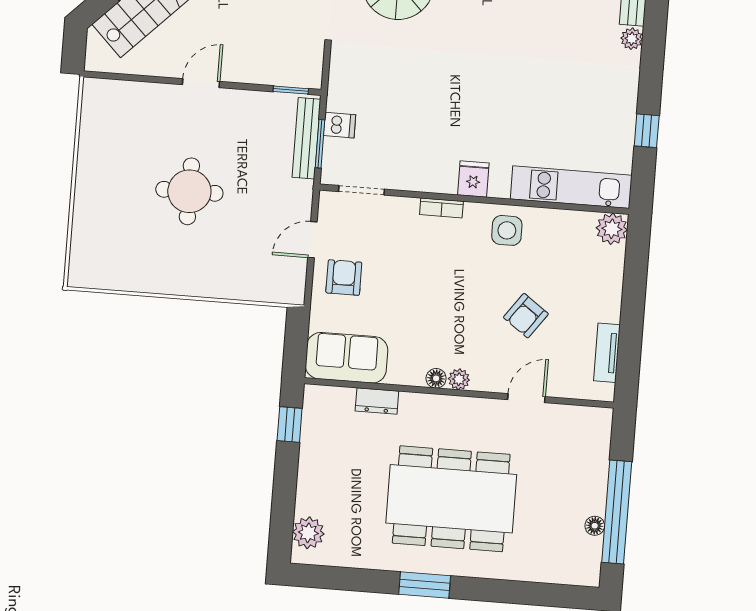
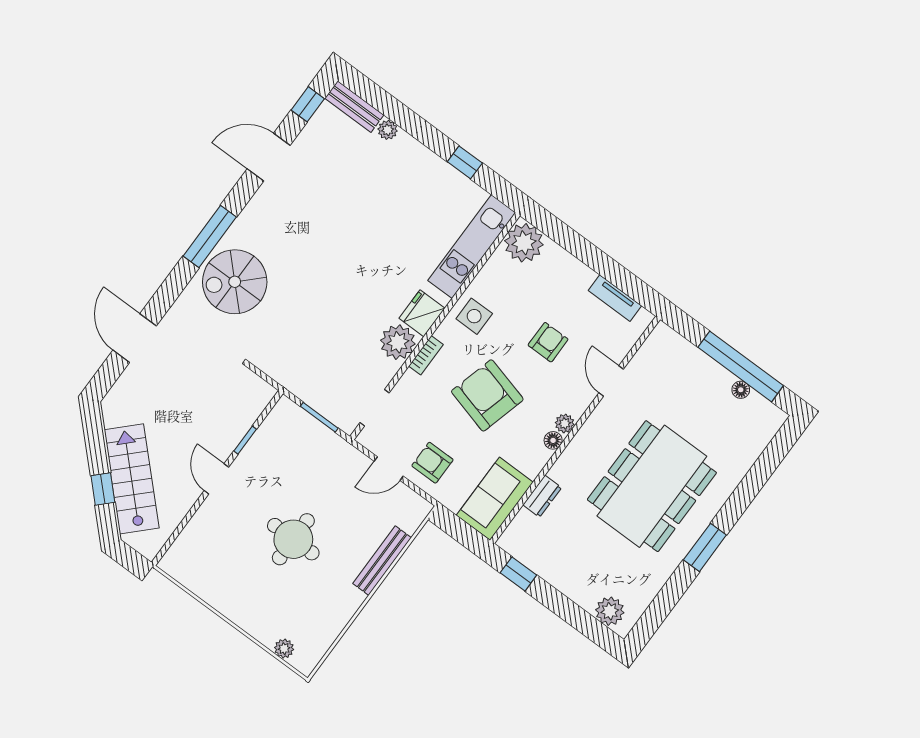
window: (291, 90) -> (245, 440), moved
dishwasher: (340, 125) -> (314, 393), removed
bench: (306, 138) -> (382, 561), moved, turned 90
plant: (437, 174) -> (398, 342), added
fridge: (473, 179) -> (422, 313), width x1.38
plant: (612, 229) -> (524, 243), width x1.36, depth x1.36
door: (312, 240) -> (389, 469), hinge flipped
plant: (81, 247) -> (284, 649), added
armchair: (440, 290) -> (487, 395), added
armchair: (526, 316) -> (548, 342), turned -126

